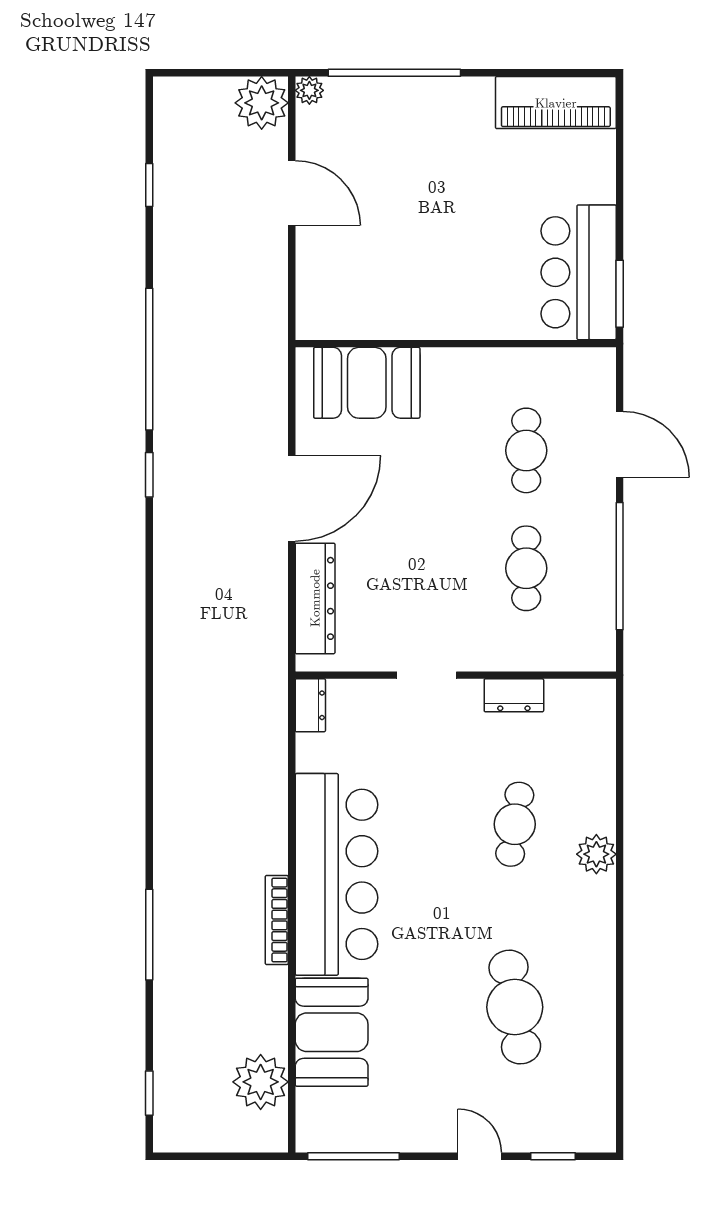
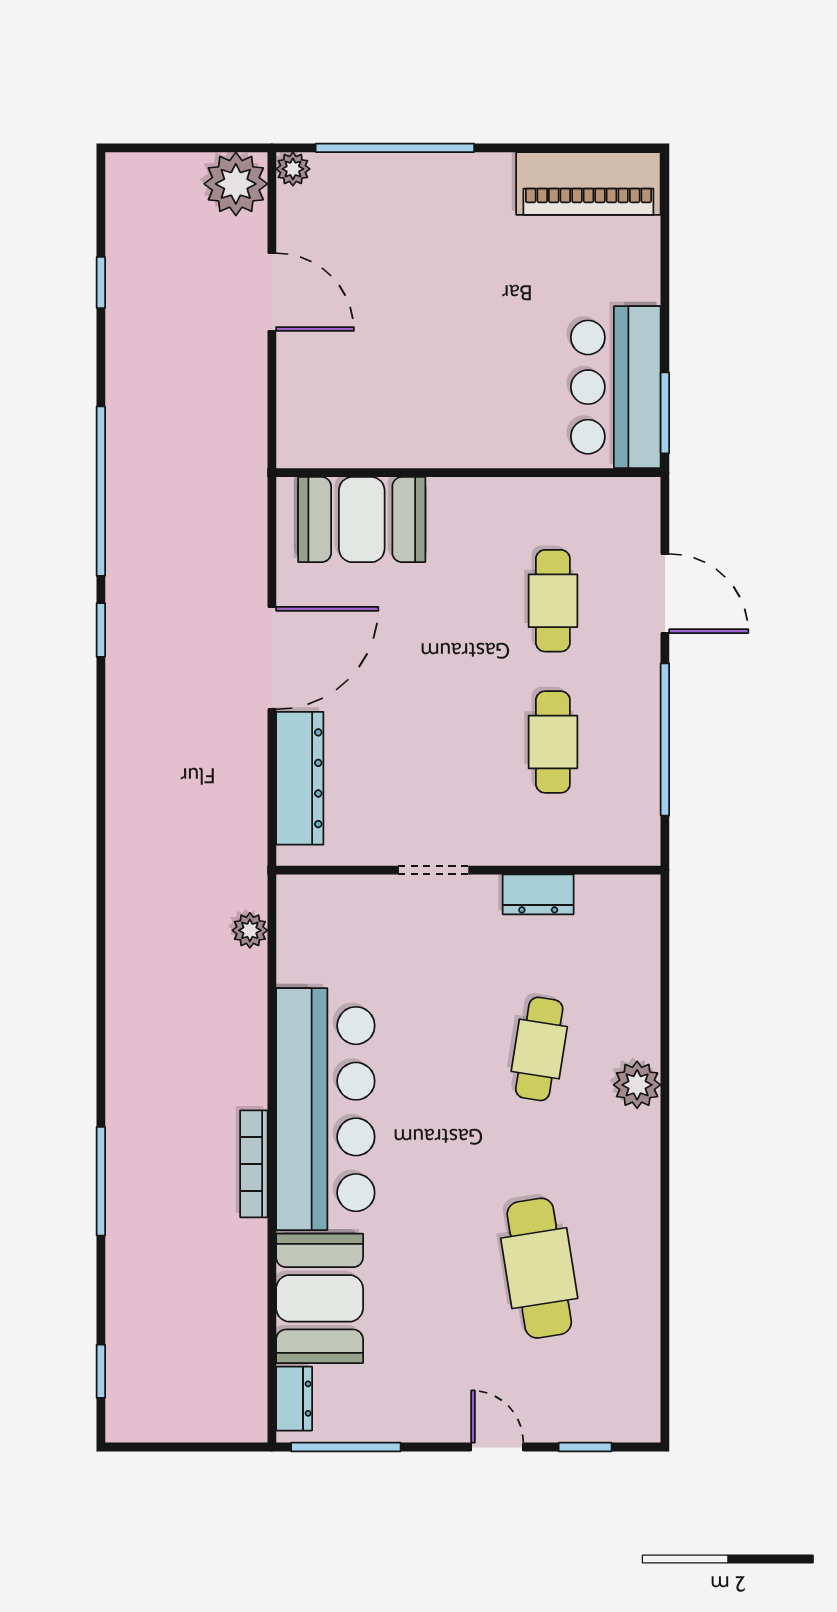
dresser: (310, 705) -> (294, 1399), moved
plant: (261, 1082) -> (250, 930), moved, width x0.53, depth x0.53

